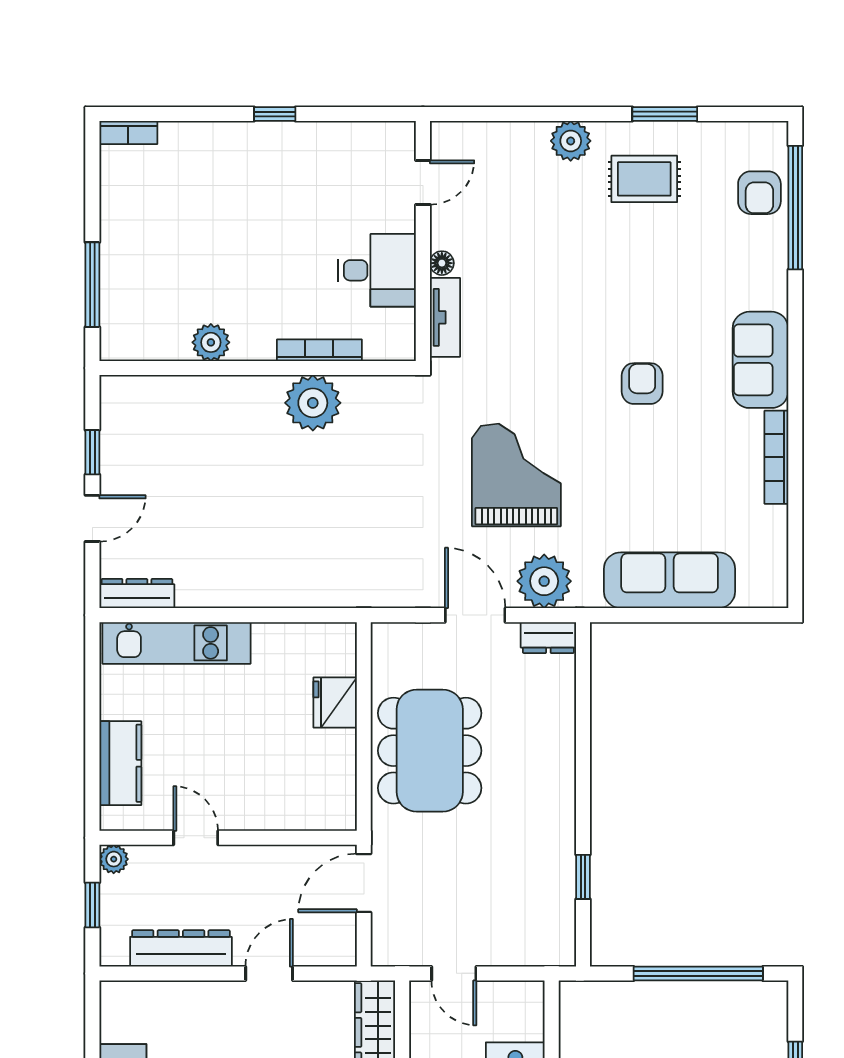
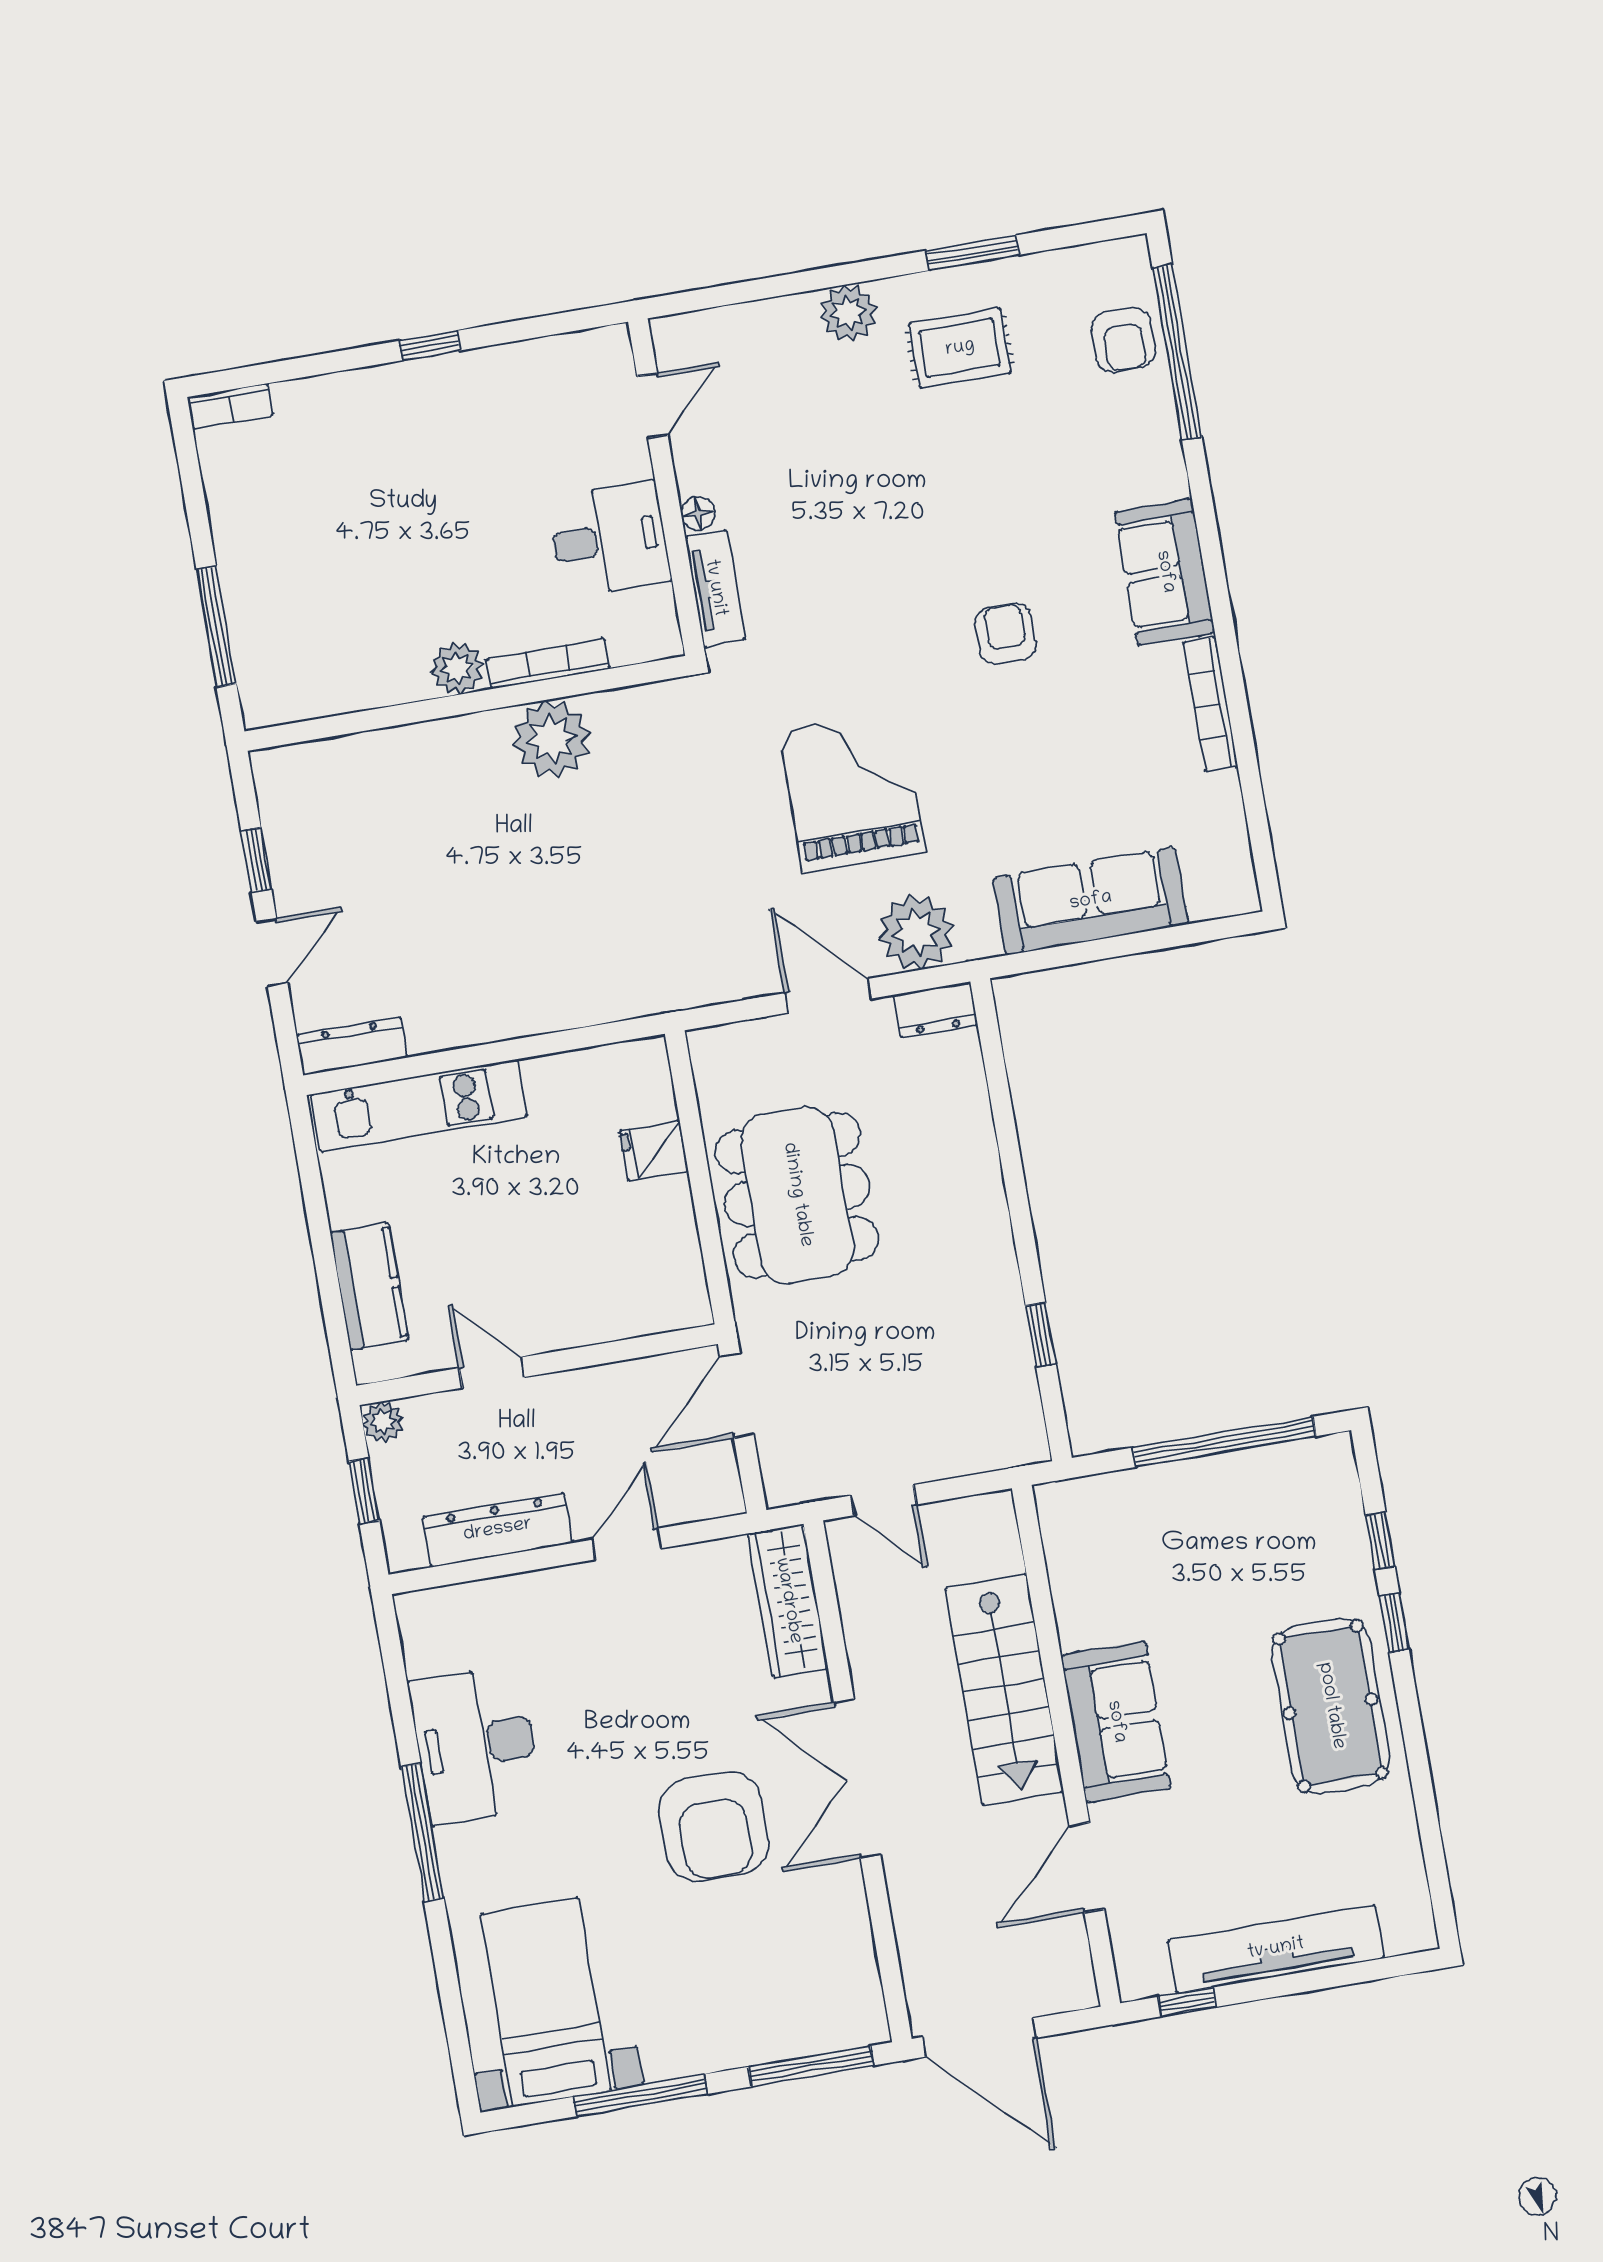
plant: (211, 342) -> (457, 668), moved
fridge: (335, 702) -> (654, 1151), width x0.72

